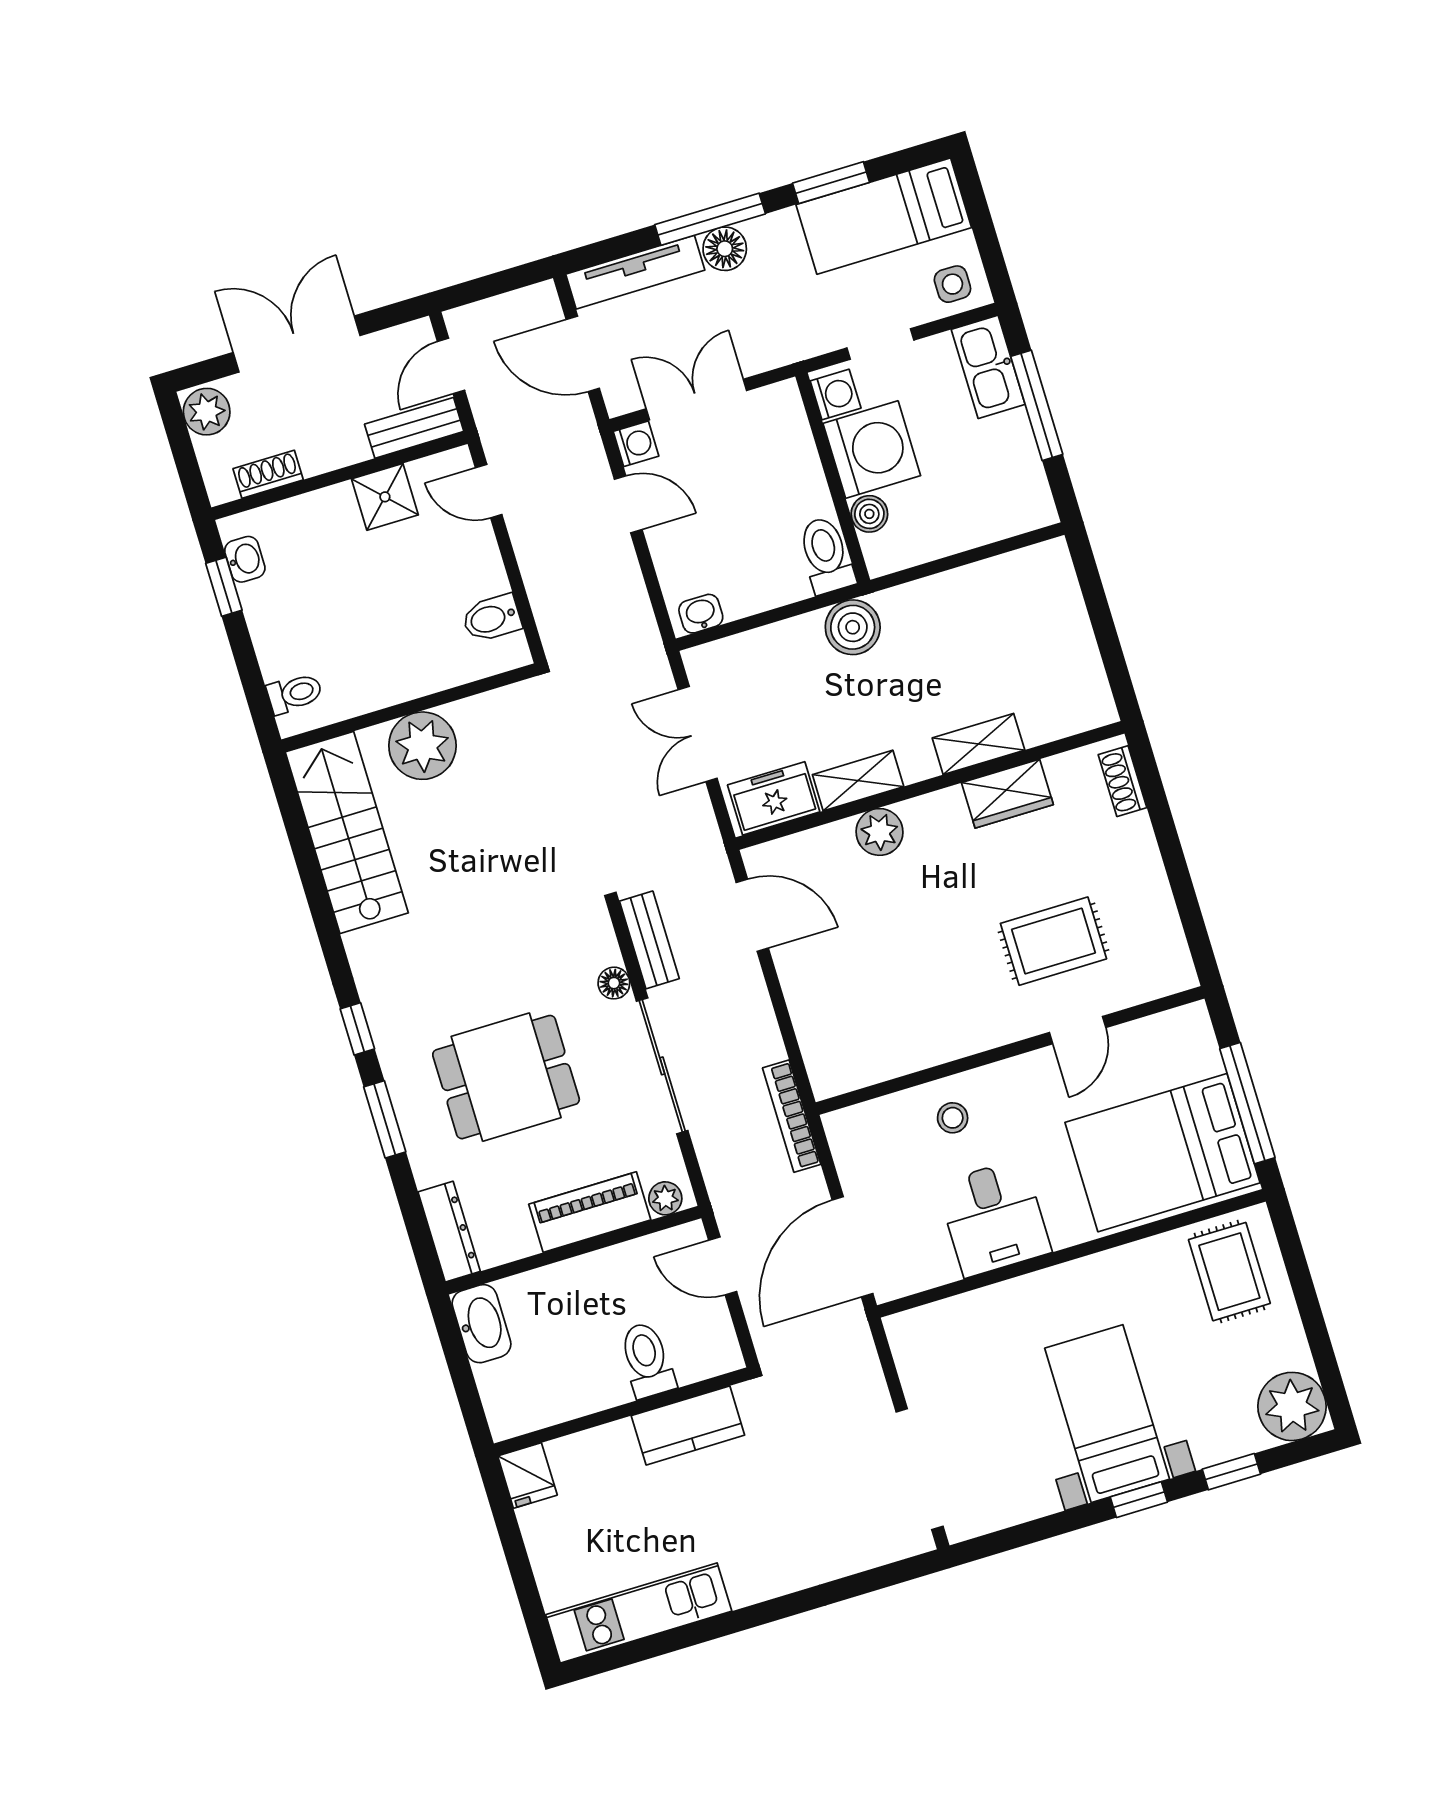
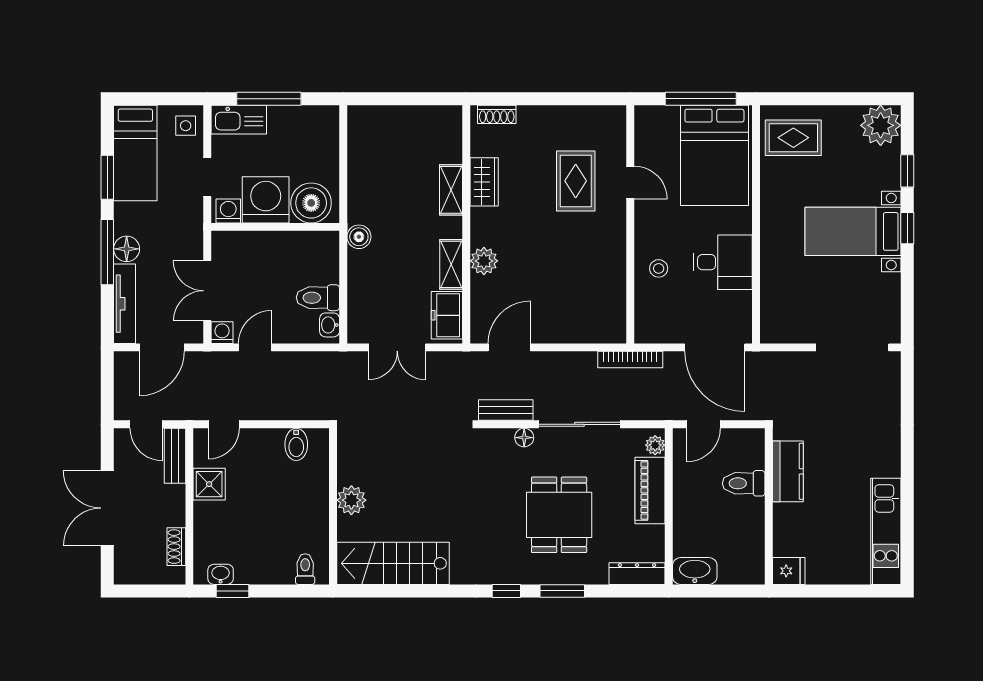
plant: (207, 412) -> (130, 571), removed
boiler: (869, 514) -> (311, 203), width x1.86, depth x1.86
toilet: (826, 555) -> (318, 298), moved
boiler: (853, 627) -> (359, 237), width x0.73, depth x0.73
plant: (422, 746) -> (351, 500), width x0.73, depth x0.73

